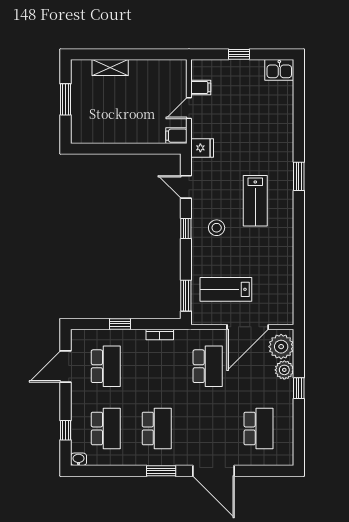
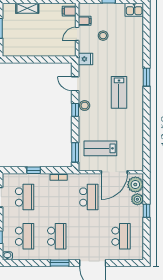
stool: (230, 111) -> (103, 36), added
filing cabinet: (176, 136) -> (69, 11), moved
stool: (217, 228) -> (85, 106), moved

